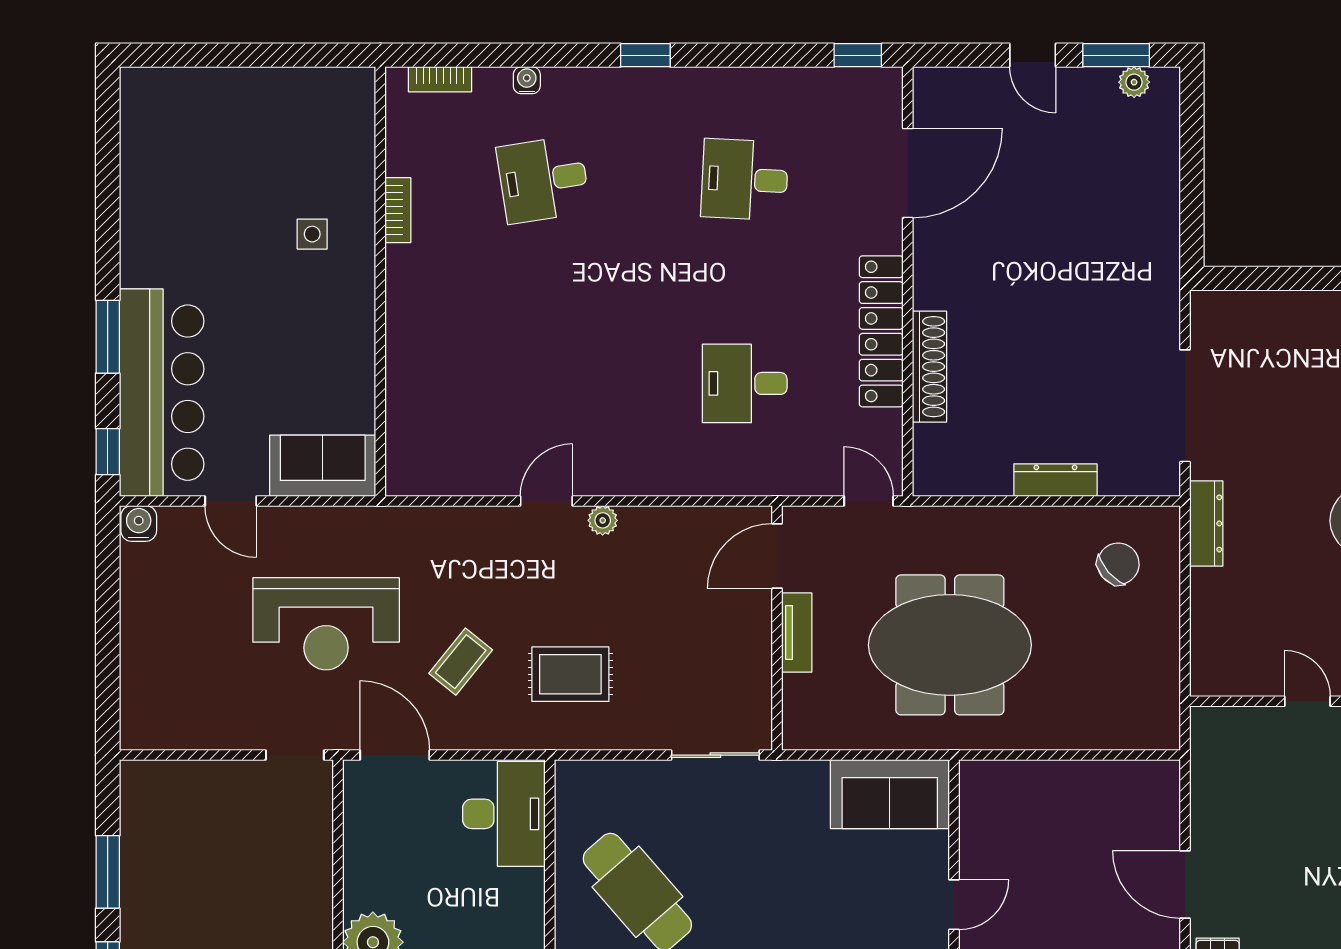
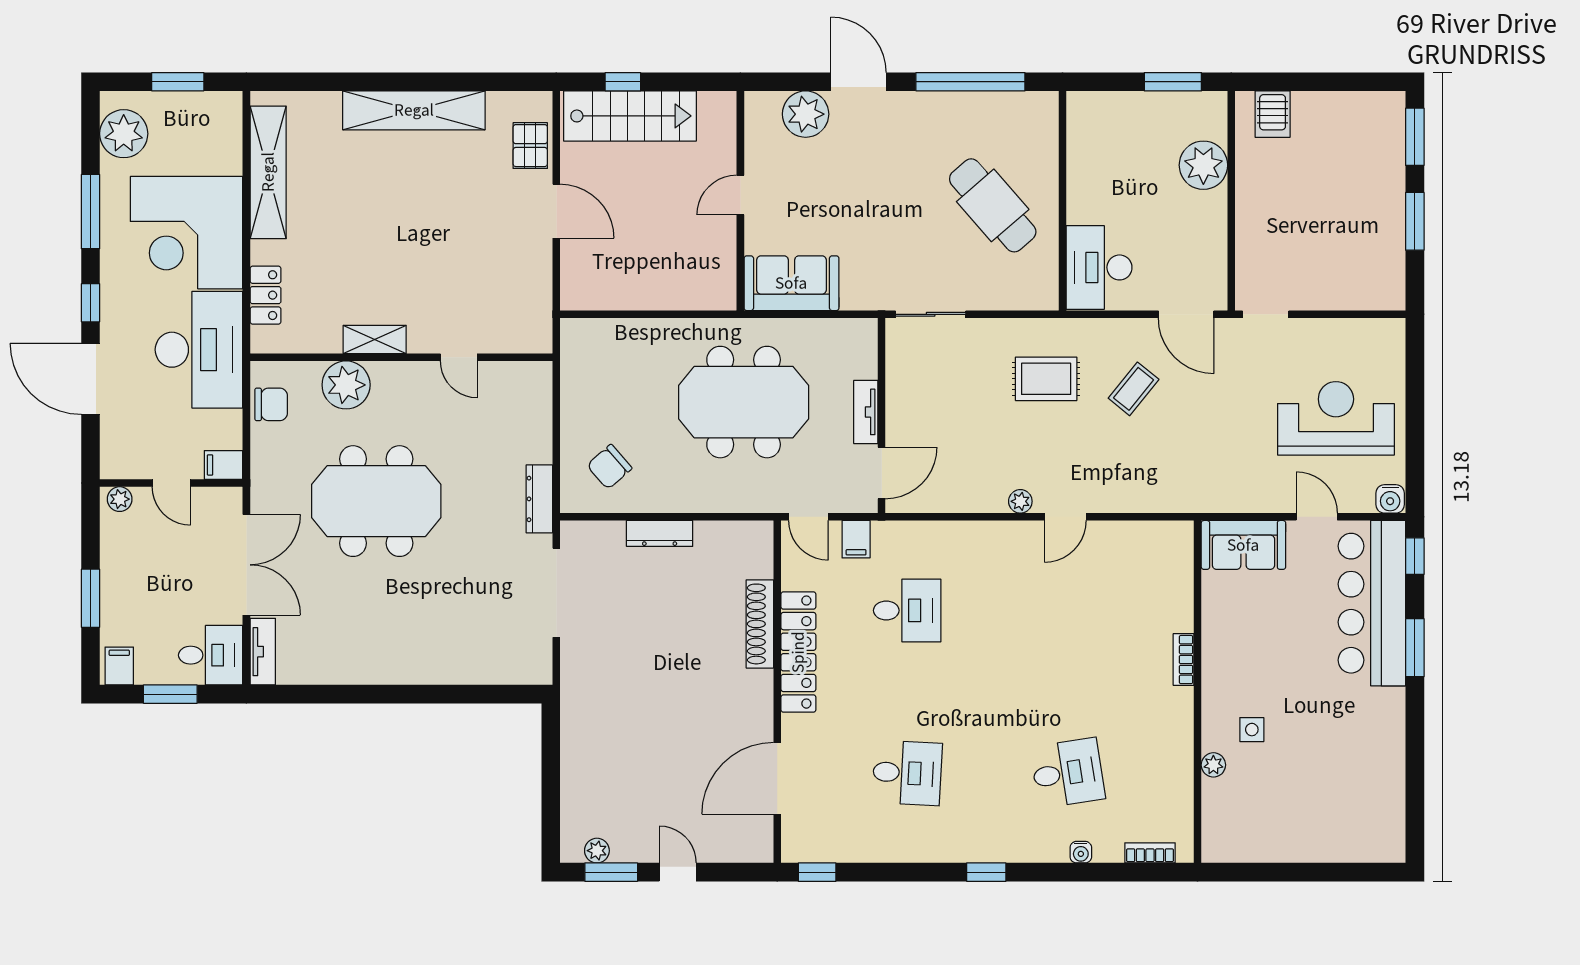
plant: (360, 190) -> (1213, 765), added
bookcase: (398, 210) -> (1184, 660), moved
filing cabinet: (809, 473) -> (856, 539), added
reception desk: (326, 624) -> (1336, 418), moved

